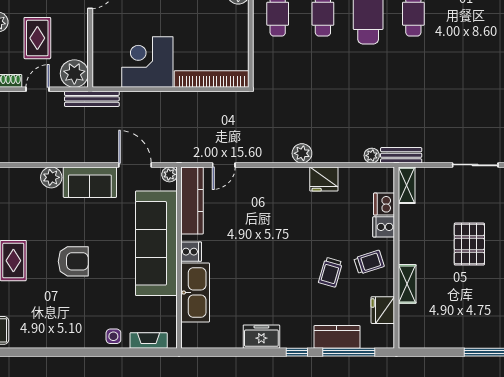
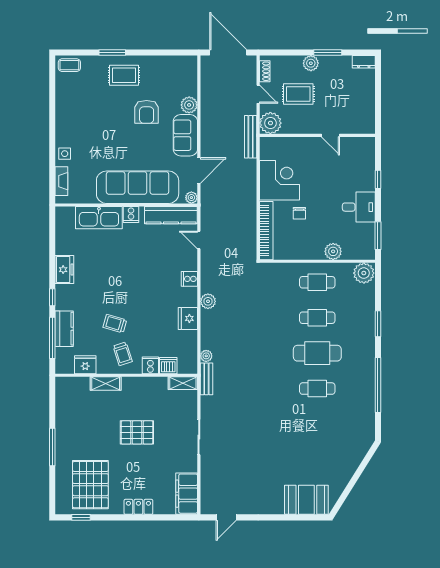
chair: (190, 37) -> (299, 213), added
cooker: (273, 177) -> (189, 279), added
armchair: (73, 261) -> (147, 112), moved

